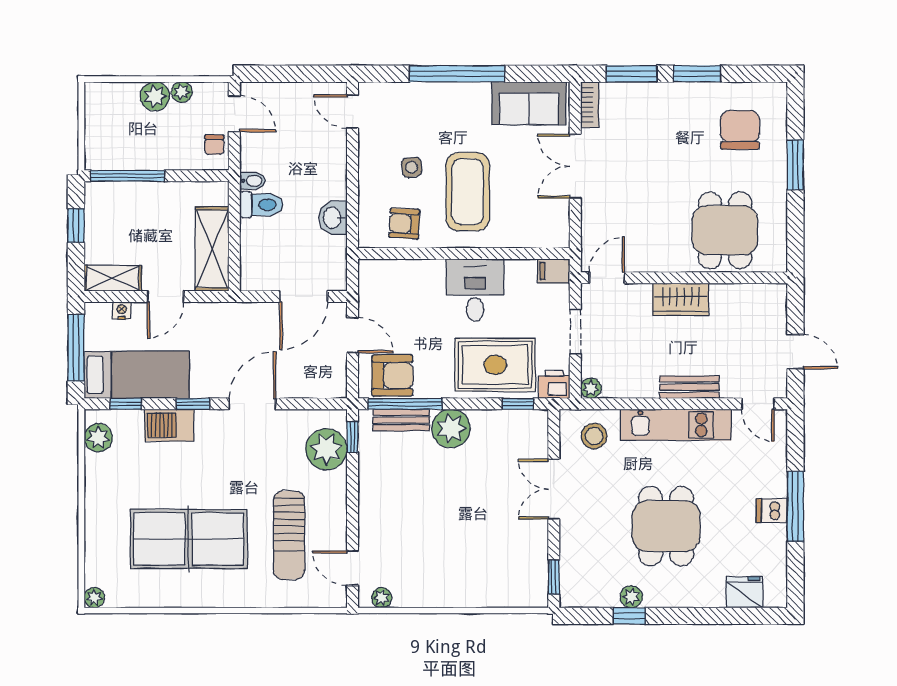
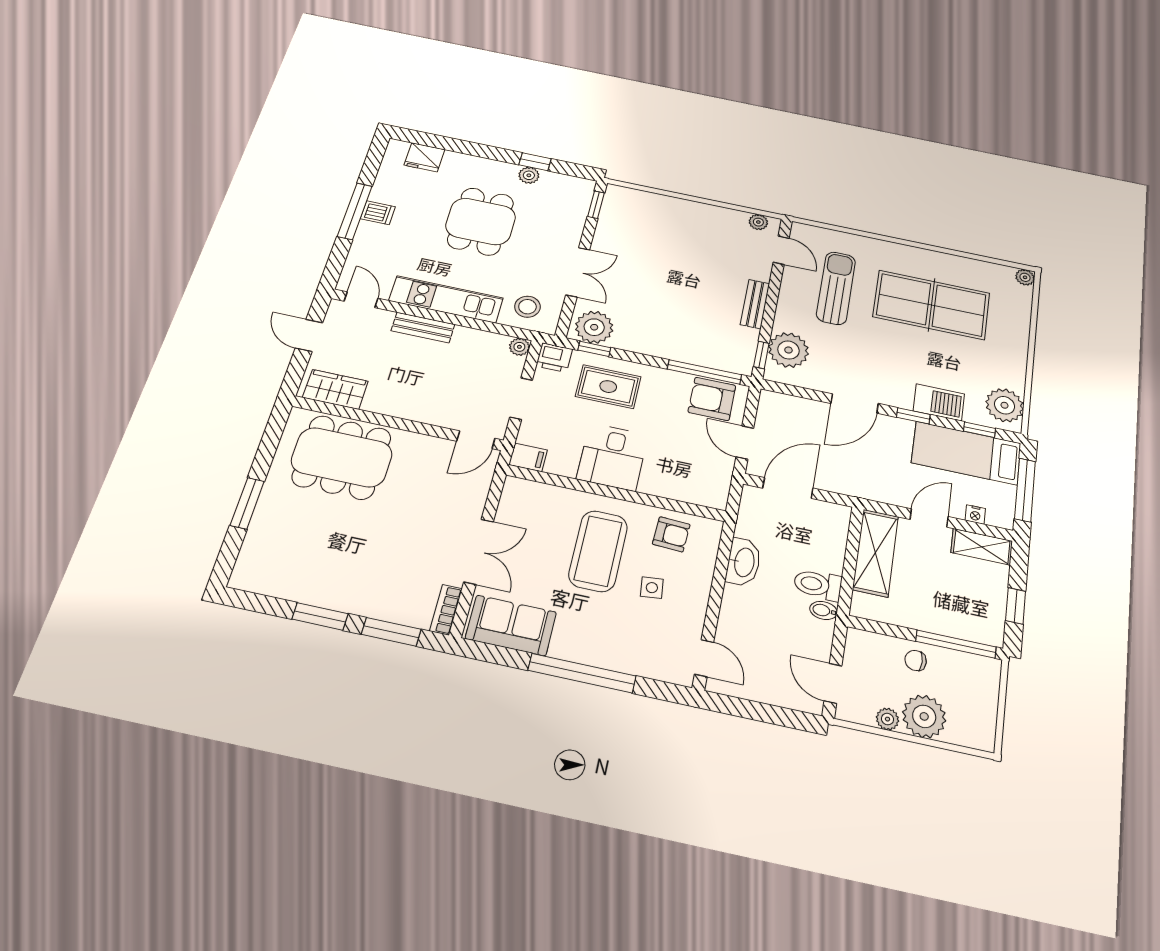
plant: (155, 96) -> (924, 716), width x1.36, depth x1.36
chair: (740, 130) -> (293, 550), removed
chair: (214, 145) -> (916, 660), moved, turned -90
washbasin: (333, 218) -> (743, 562), width x1.38
dining table: (725, 230) -> (342, 457), width x1.38
wardrobe: (681, 299) -> (335, 389), moved
rug: (495, 365) -> (608, 387), width x0.73, depth x0.70
bench: (401, 420) -> (755, 304), moved, turned 90
plant: (451, 428) -> (594, 327), moved
plant: (98, 438) -> (1005, 405), width x1.36, depth x1.36

